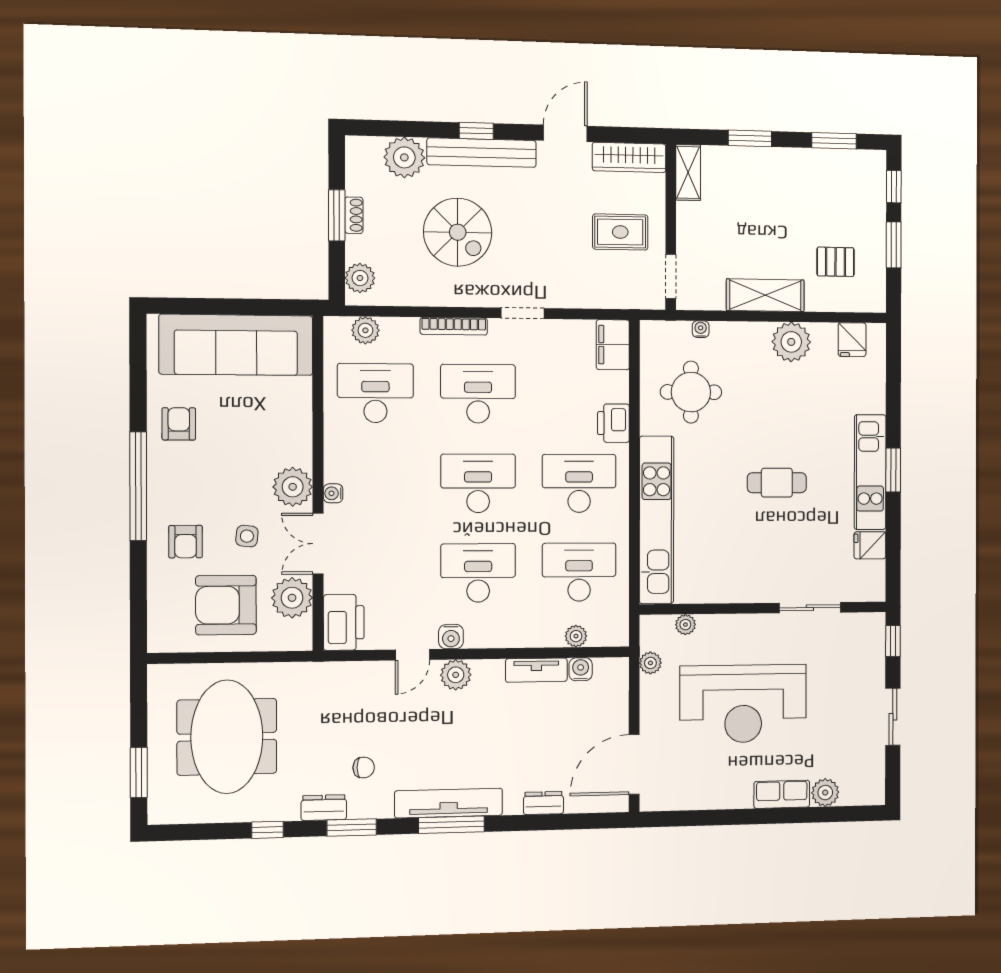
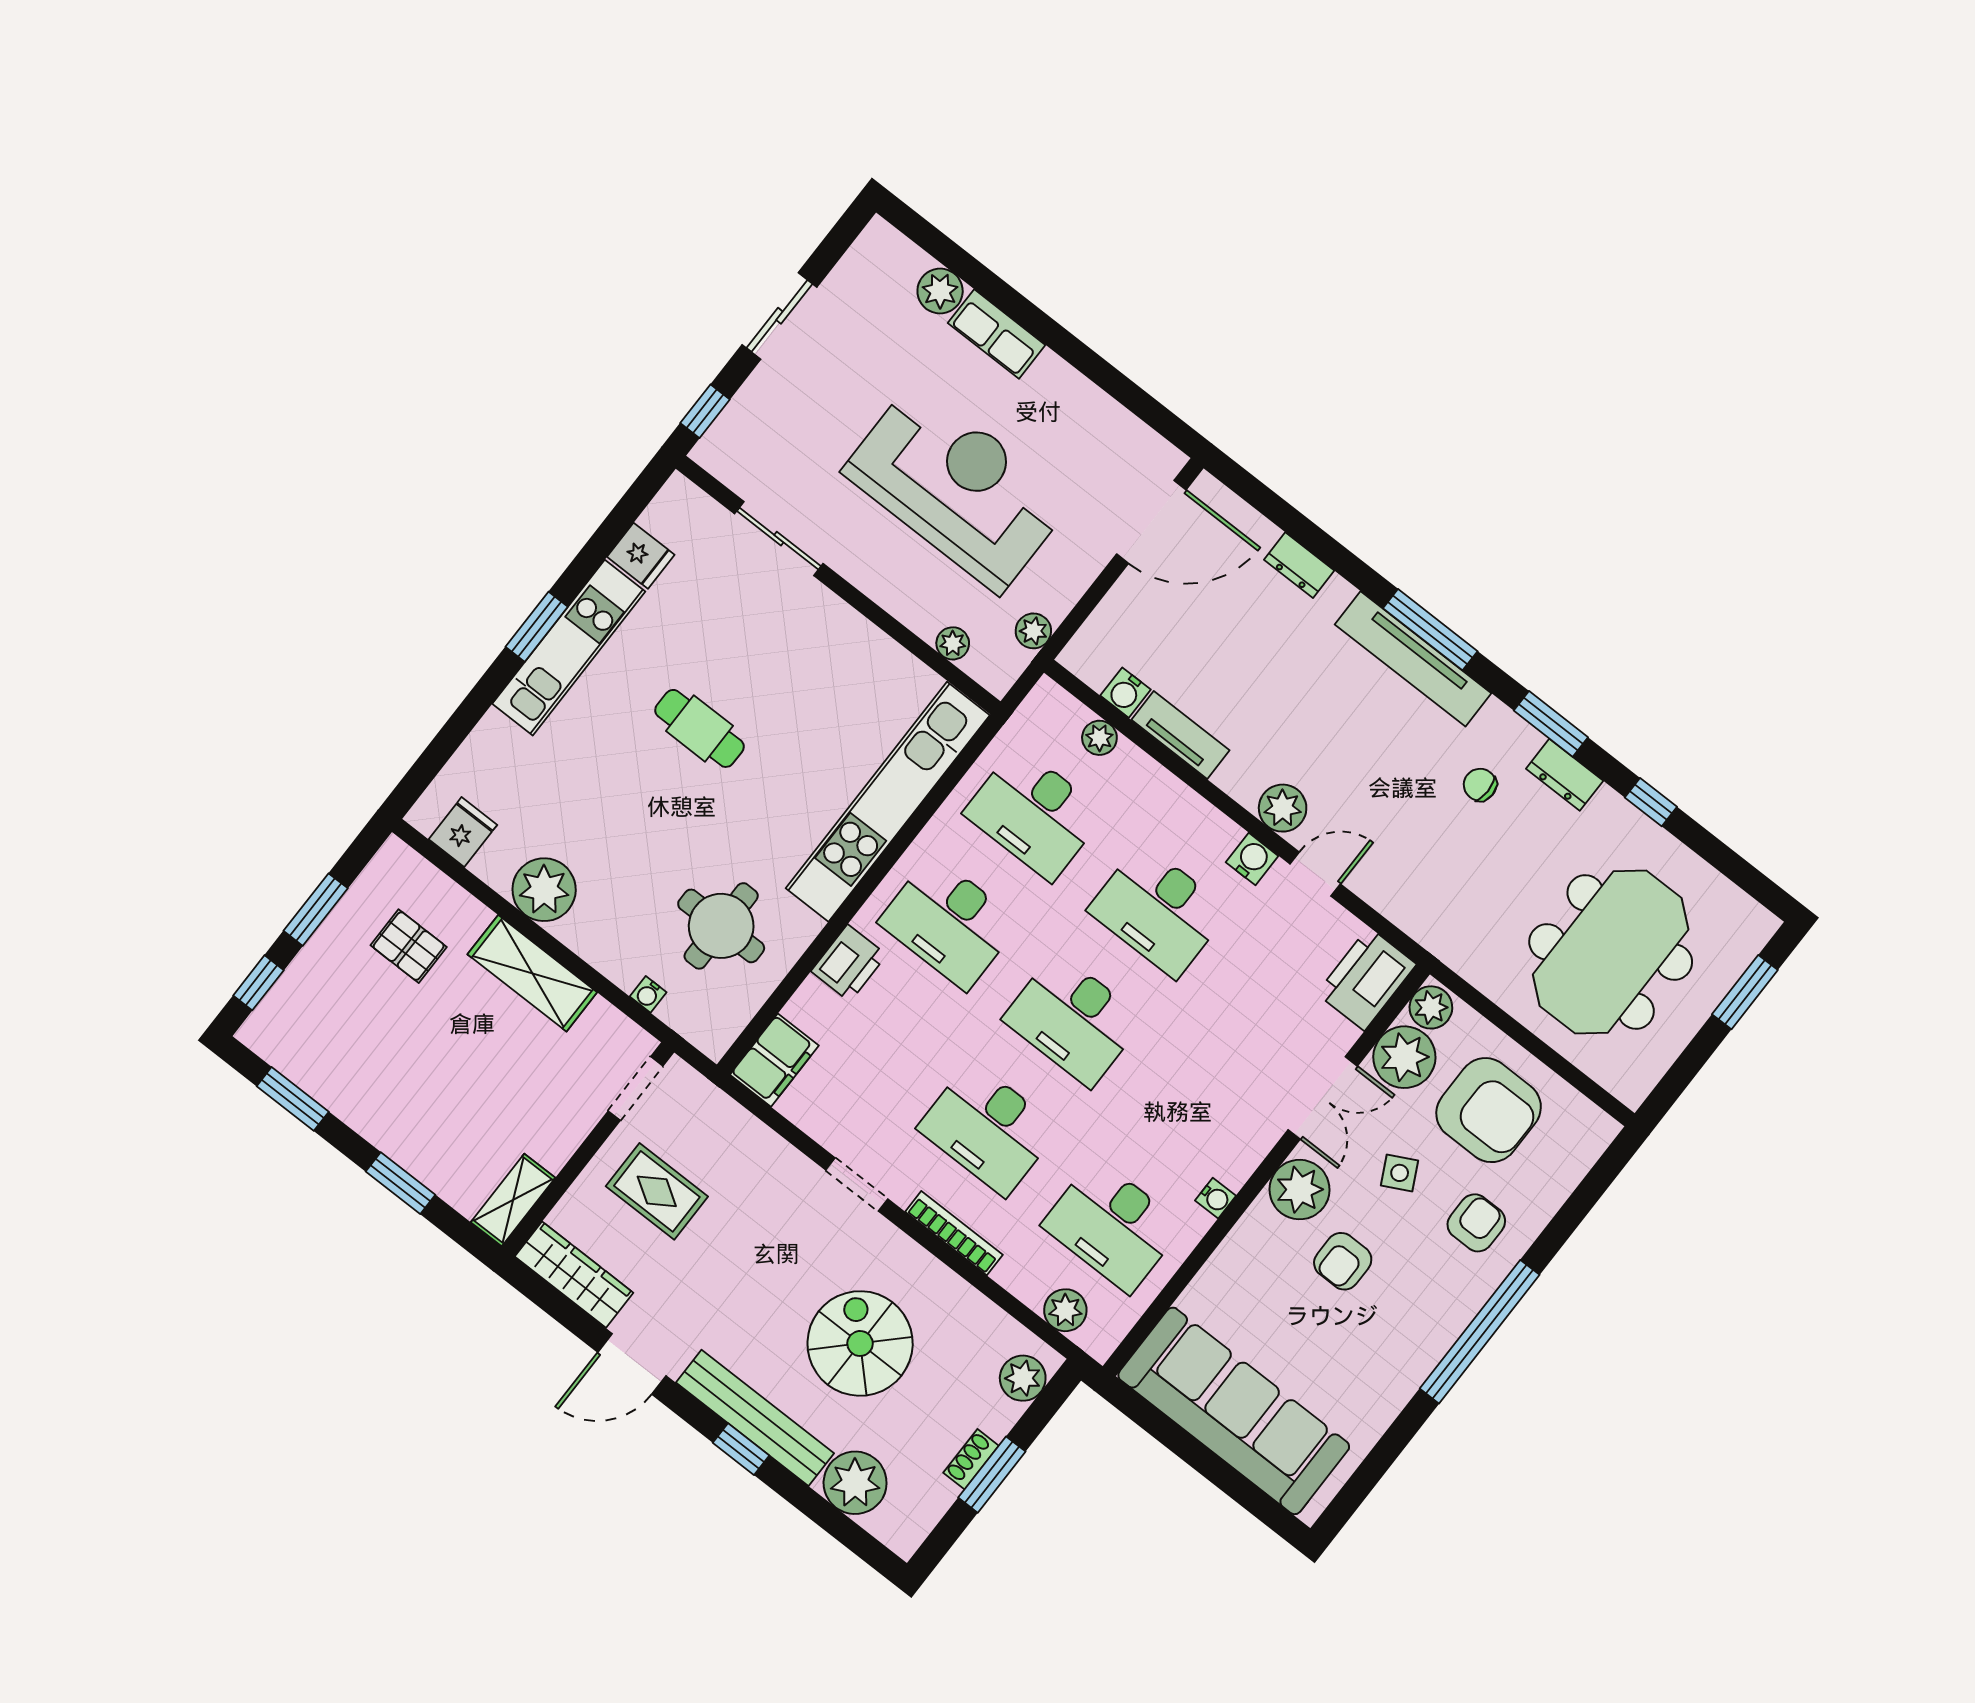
armchair: (179, 424) -> (1343, 1261), moved
water cooler: (333, 493) -> (1215, 1198), moved
side table: (247, 536) -> (1400, 1173), turned -33
plant: (299, 634) -> (1431, 1007), added

